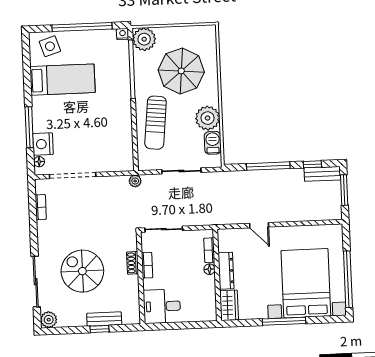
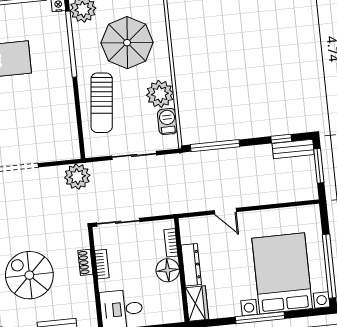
window: (268, 166) -> (215, 146), moved
plant: (135, 181) -> (77, 177), width x1.88, depth x1.88
floor lamp: (209, 269) -> (168, 270), width x1.89, depth x1.89

